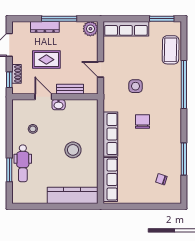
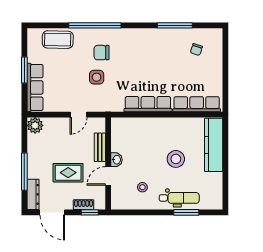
window: (59, 19) -> (24, 172), moved
window: (162, 19) -> (24, 70), moved
dresser: (45, 27) -> (33, 194), moved
rug: (46, 60) -> (68, 173), turned 90
chair: (142, 121) -> (102, 53), moved
stool: (73, 150) -> (176, 159), moved

